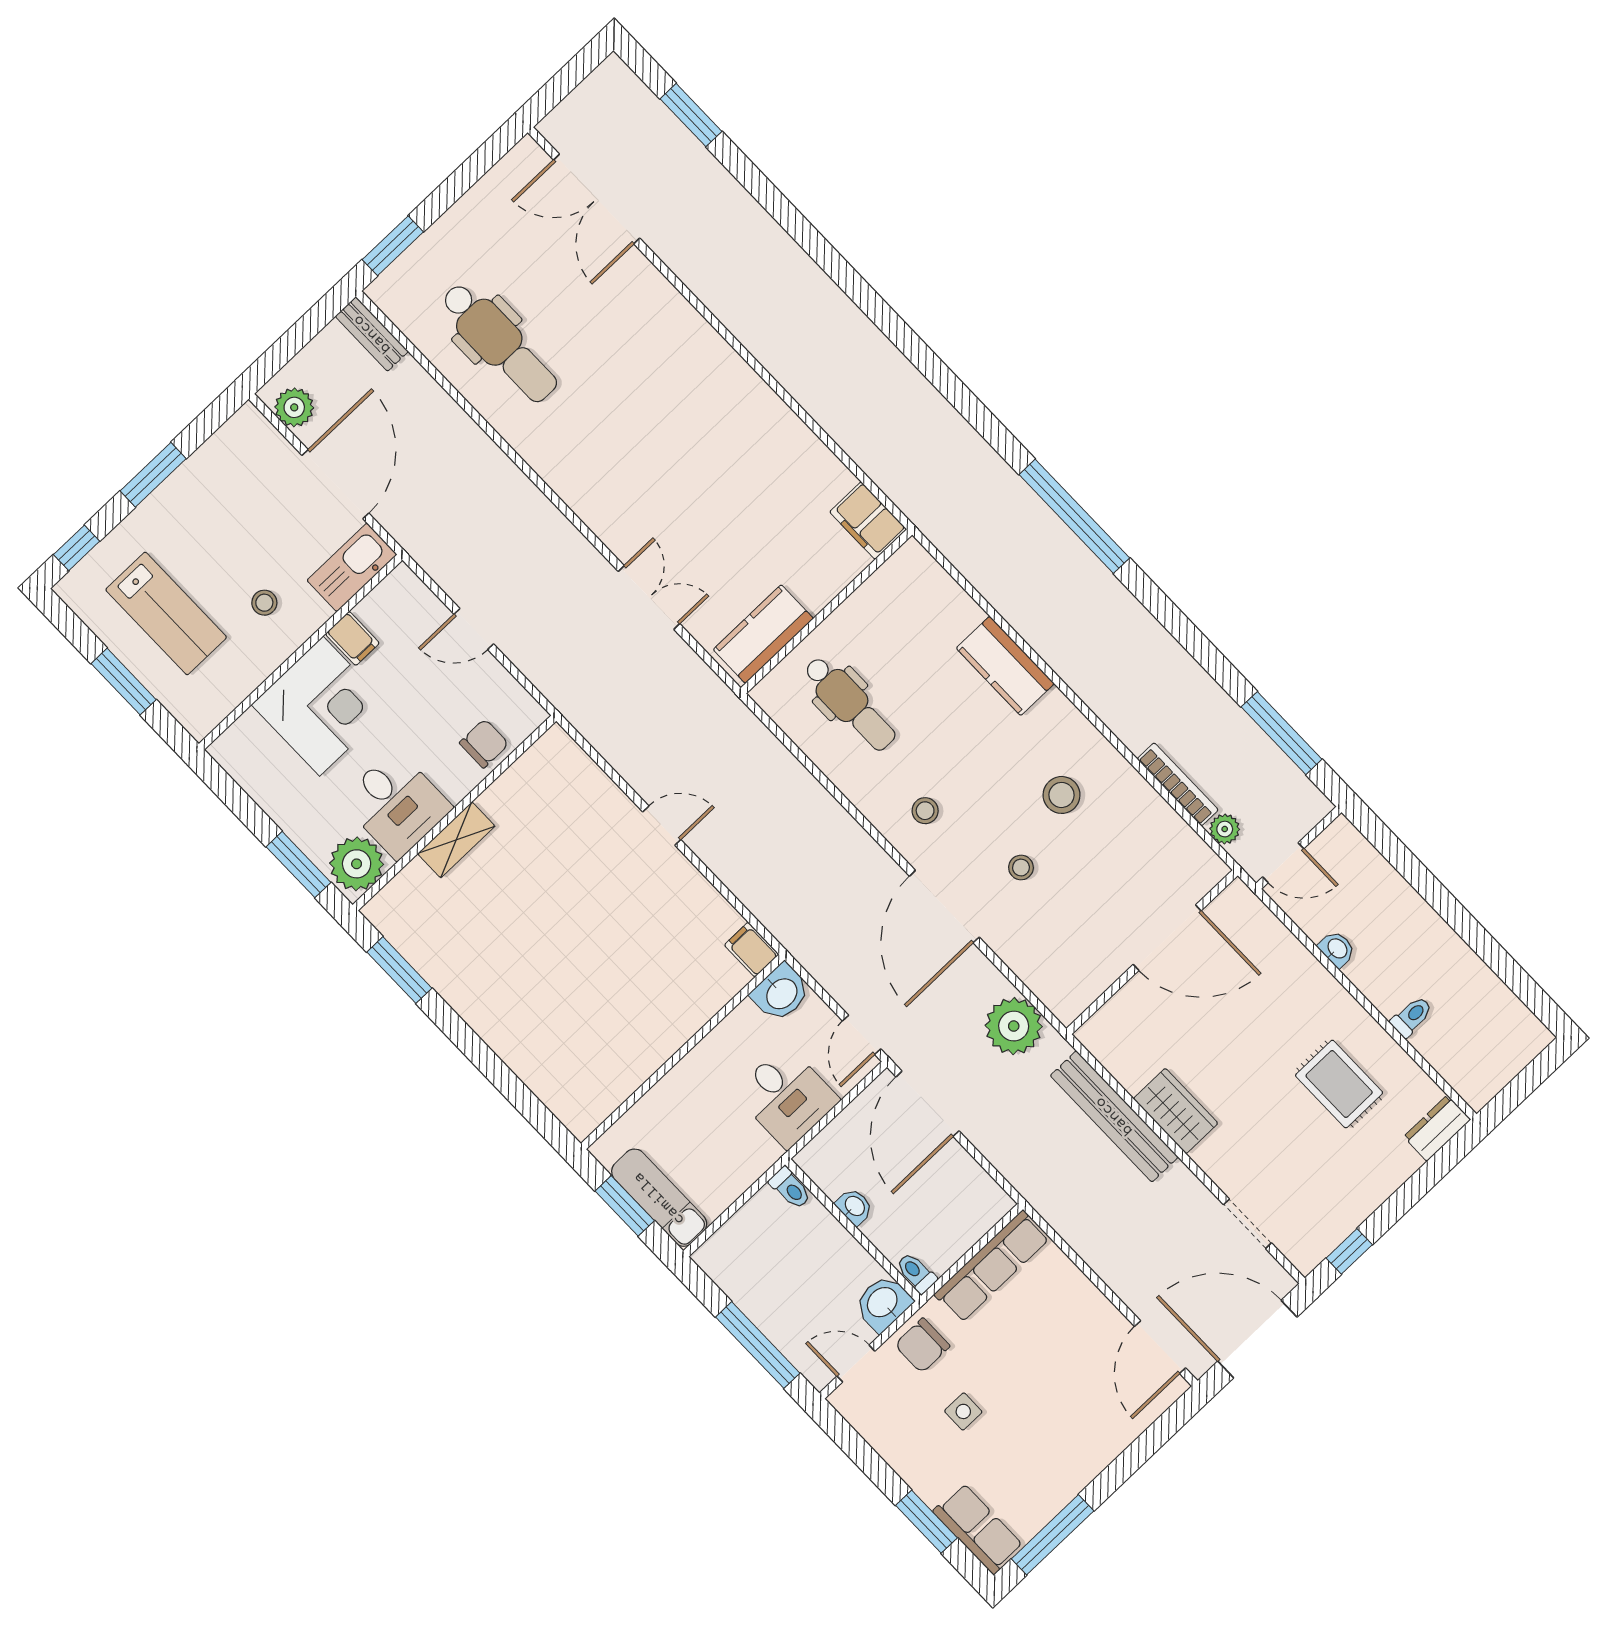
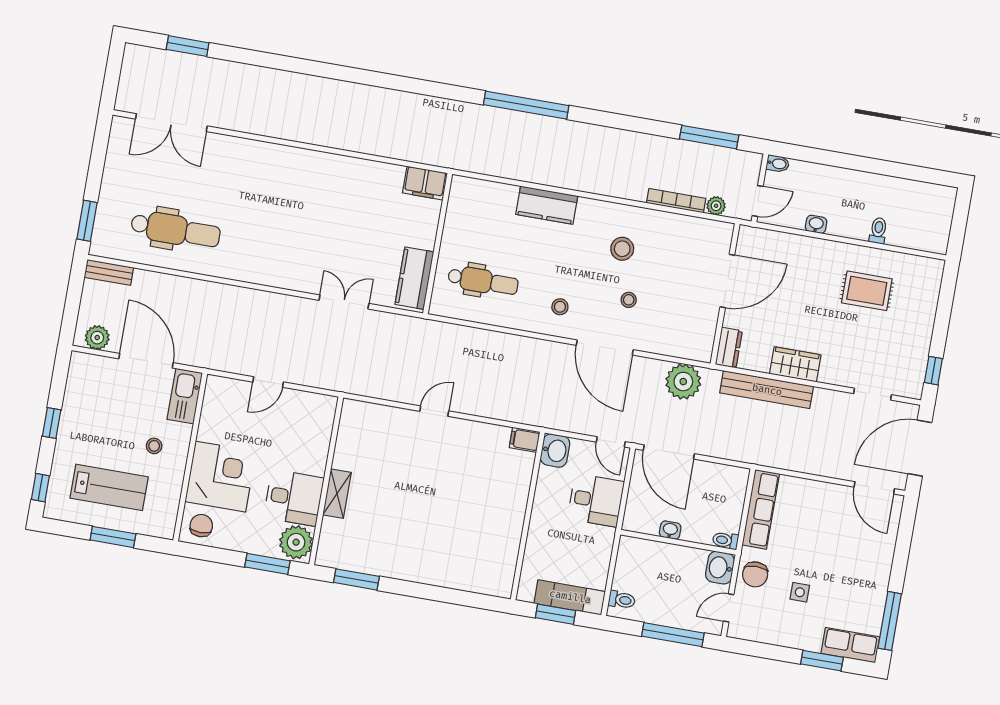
window: (153, 475) -> (52, 423), width x0.67
filing cabinet: (352, 638) -> (211, 431), removed
chair: (484, 743) -> (201, 526), moved
bidet: (1345, 833) -> (778, 164), added
dresser: (1437, 1128) -> (729, 348), moved, turned 180
toilet: (790, 1188) -> (622, 600), moved

